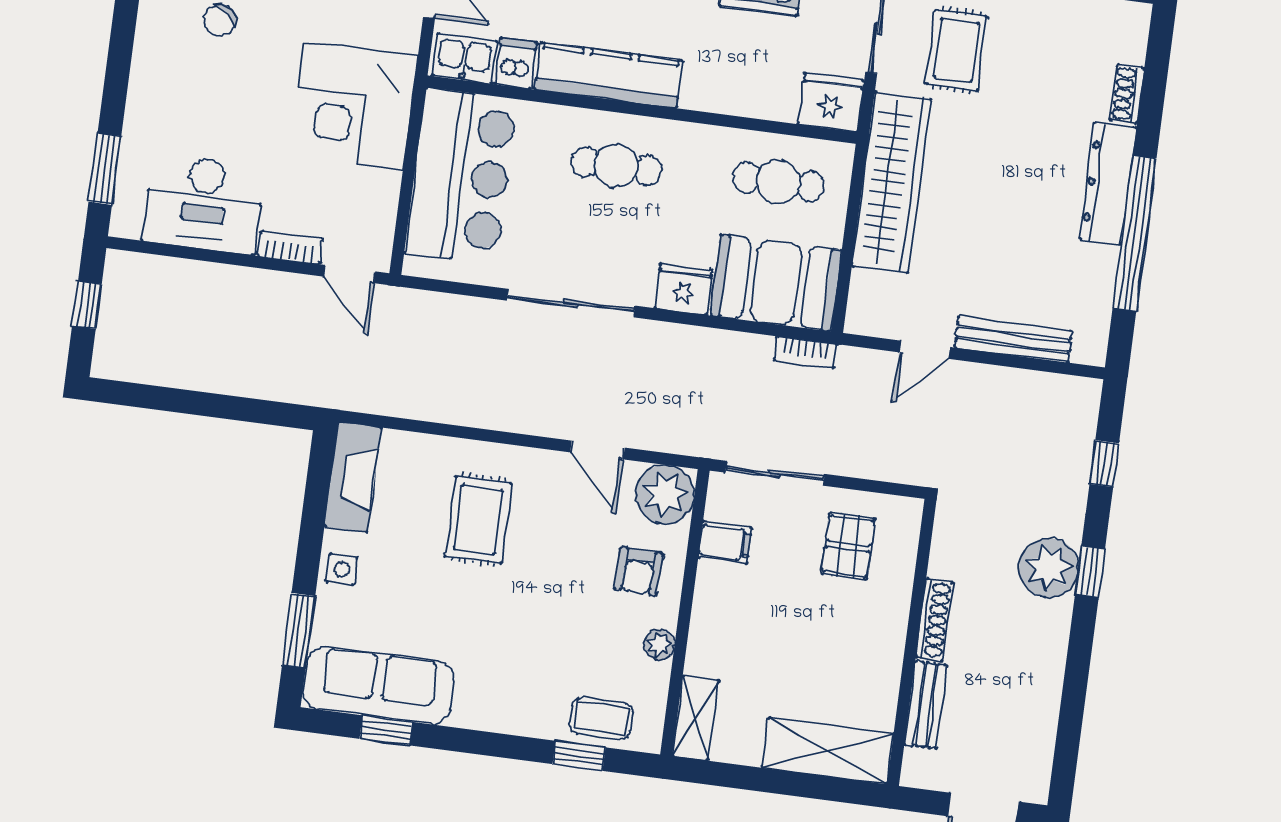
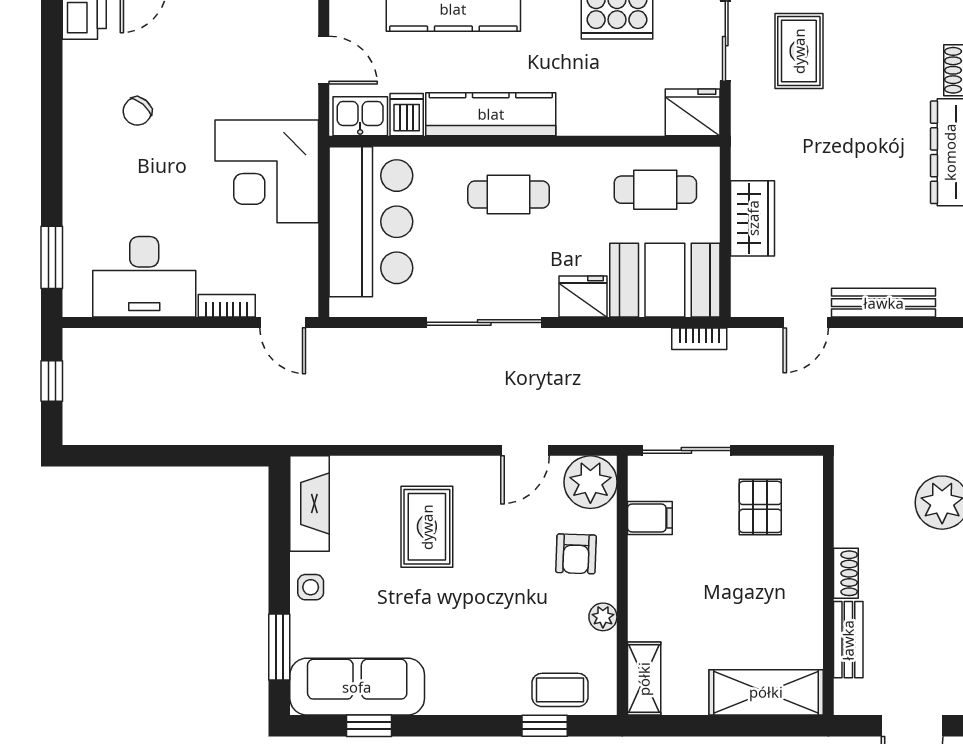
wardrobe: (891, 182) -> (753, 218), width x0.48, depth x0.85
door: (597, 450) -> (525, 450), hinge flipped
shoe rack: (934, 620) -> (846, 573), width x0.70

